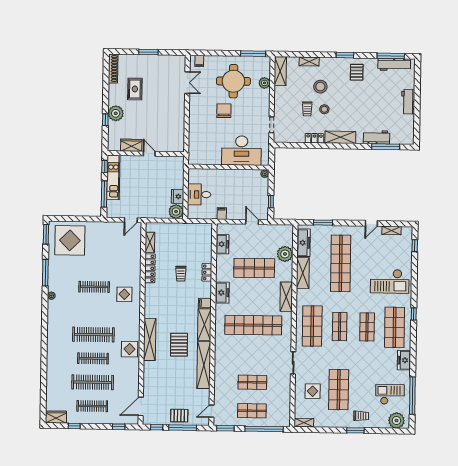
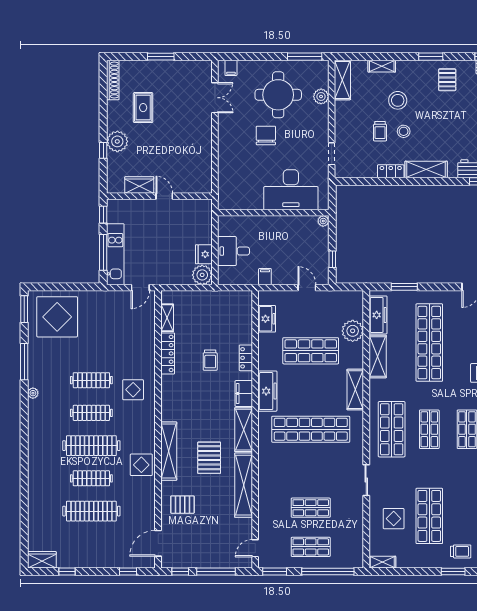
kitchen unit: (113, 177) -> (115, 254), moved
freezer: (222, 293) -> (267, 391), width x1.40
filing cabinet: (205, 303) -> (244, 394), width x2.00
clothes rail: (92, 406) -> (91, 413), moved
pallet: (179, 416) -> (182, 505), moved

